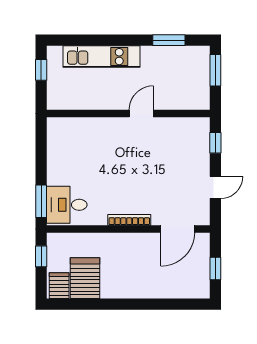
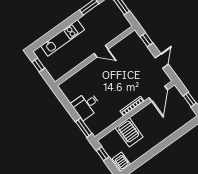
door: (141, 114) -> (101, 51), swing flipped
desk: (67, 205) -> (86, 105), moved
server rack: (85, 278) -> (129, 132), moved, turned 180

